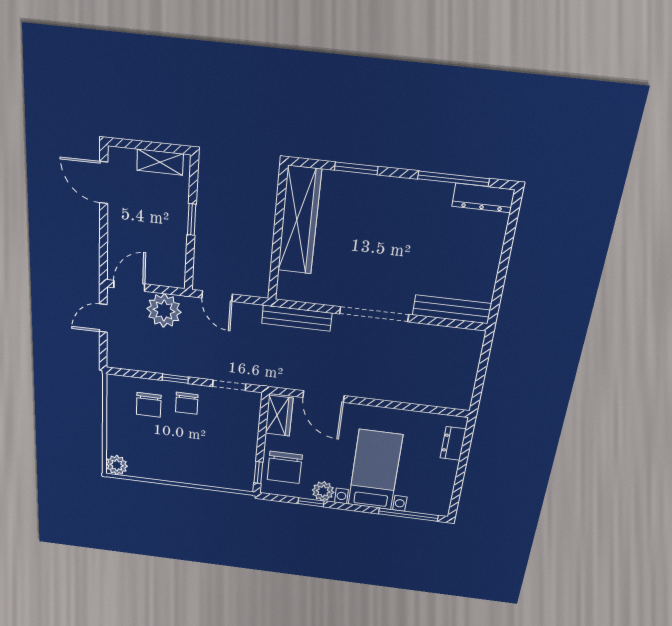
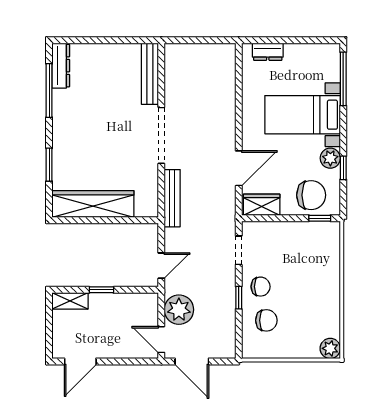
shelving: (160, 162) -> (70, 301), moved, turned 90
door: (103, 318) -> (192, 361), width x1.38

